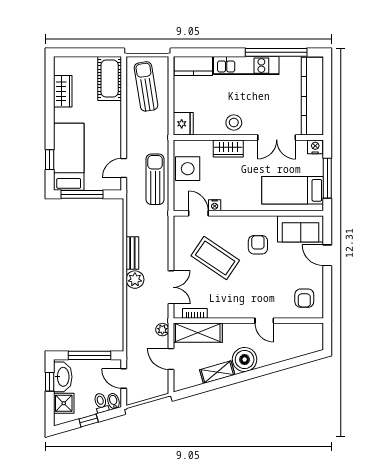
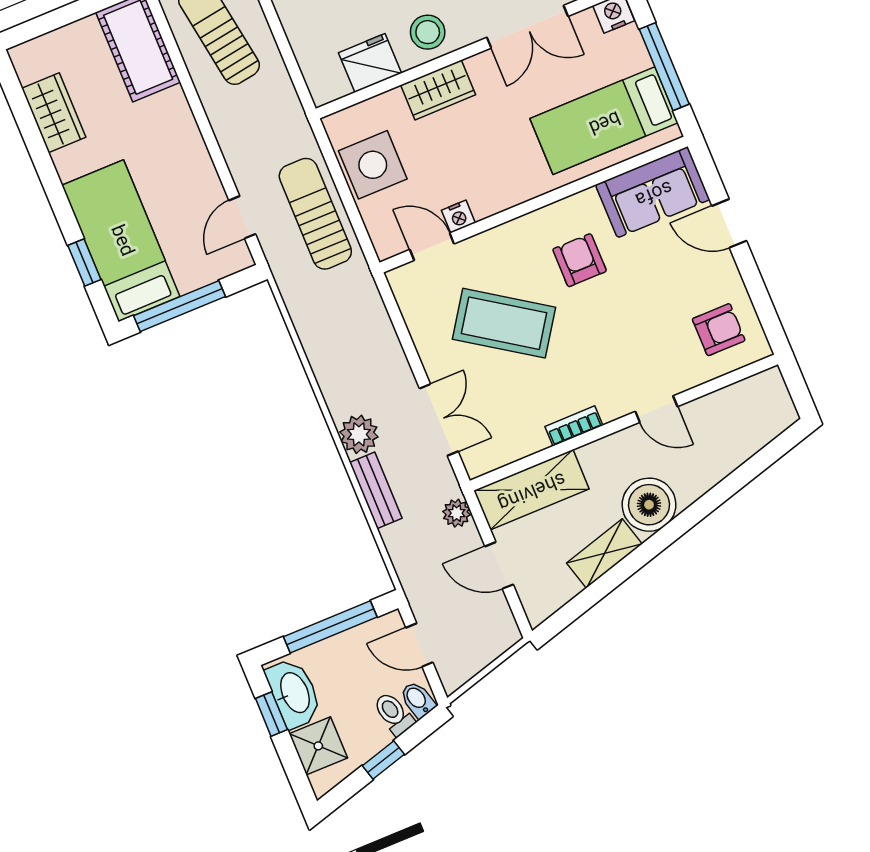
fridge: (183, 124) -> (370, 63), moved, turned -90
bench: (132, 253) -> (376, 490), moved
armchair: (304, 298) -> (719, 330), turned -90
bookcase: (195, 313) -> (574, 426), moved

